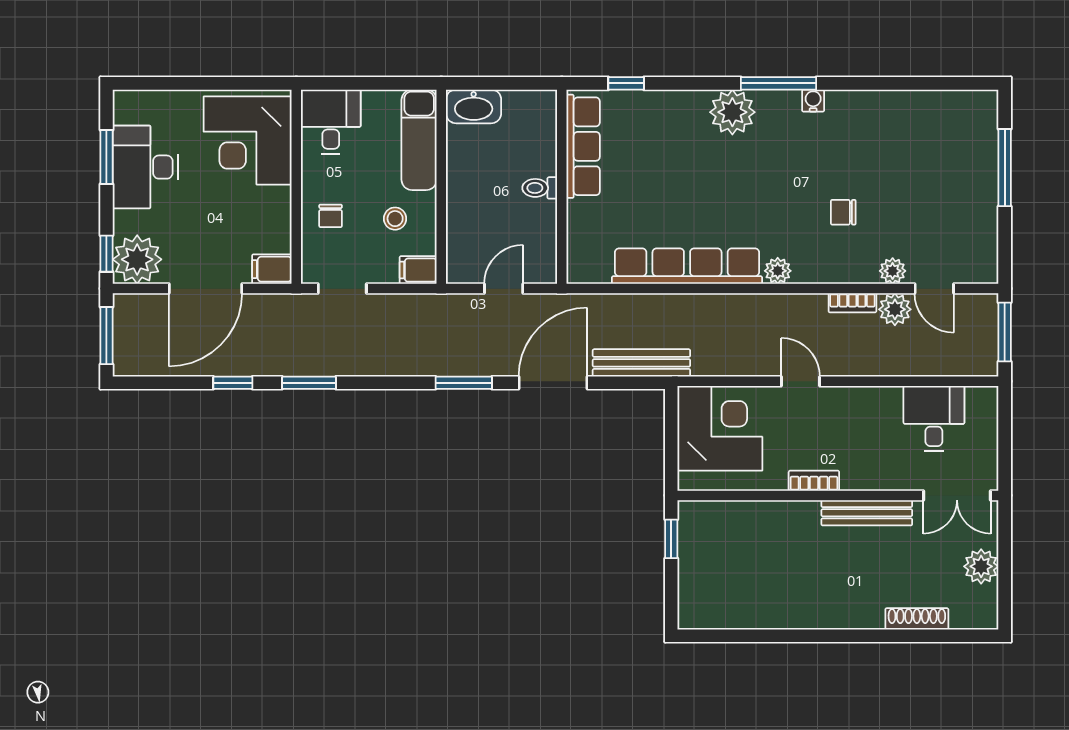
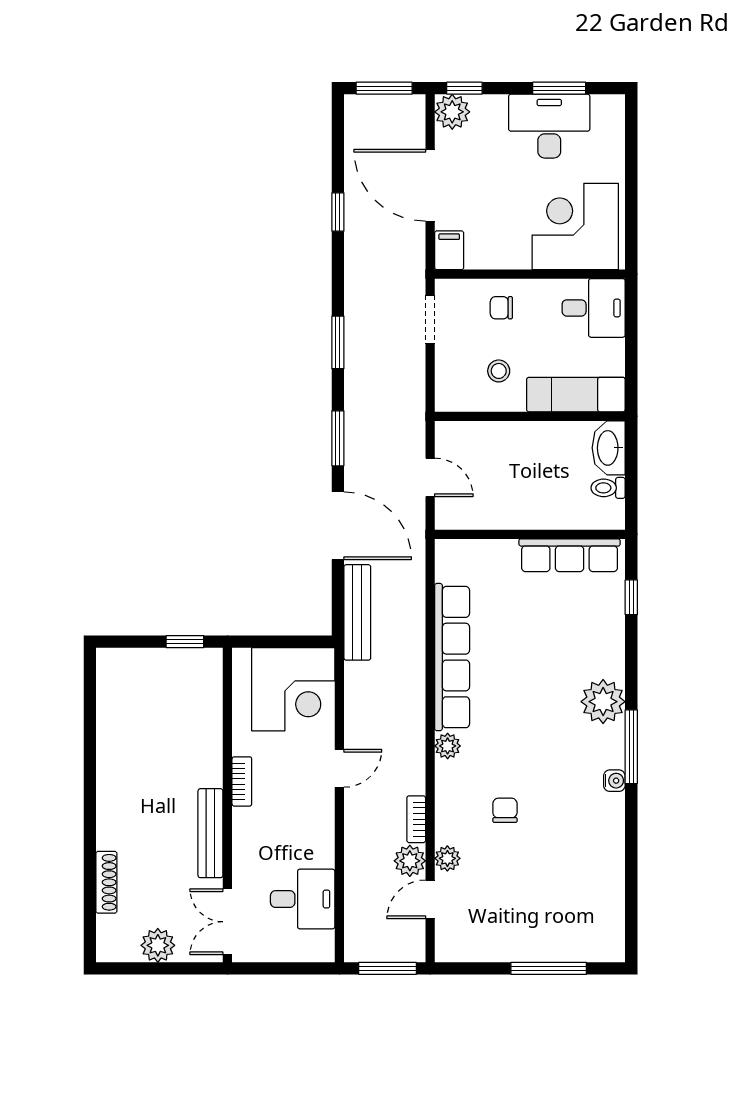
toilet: (540, 188) -> (608, 488), moved, turned -90
plant: (137, 259) -> (452, 112), width x0.73, depth x0.73
filing cabinet: (418, 270) -> (448, 394), removed
window: (309, 383) -> (338, 342), moved

